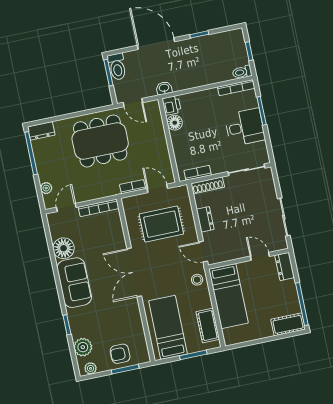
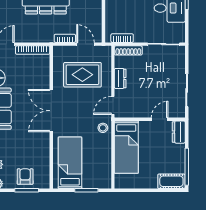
door: (203, 252) -> (113, 105), hinge flipped
door: (260, 256) -> (160, 119), hinge flipped
cot: (208, 325) -> (104, 168), removed
armchair: (120, 354) -> (25, 177), turned 90

